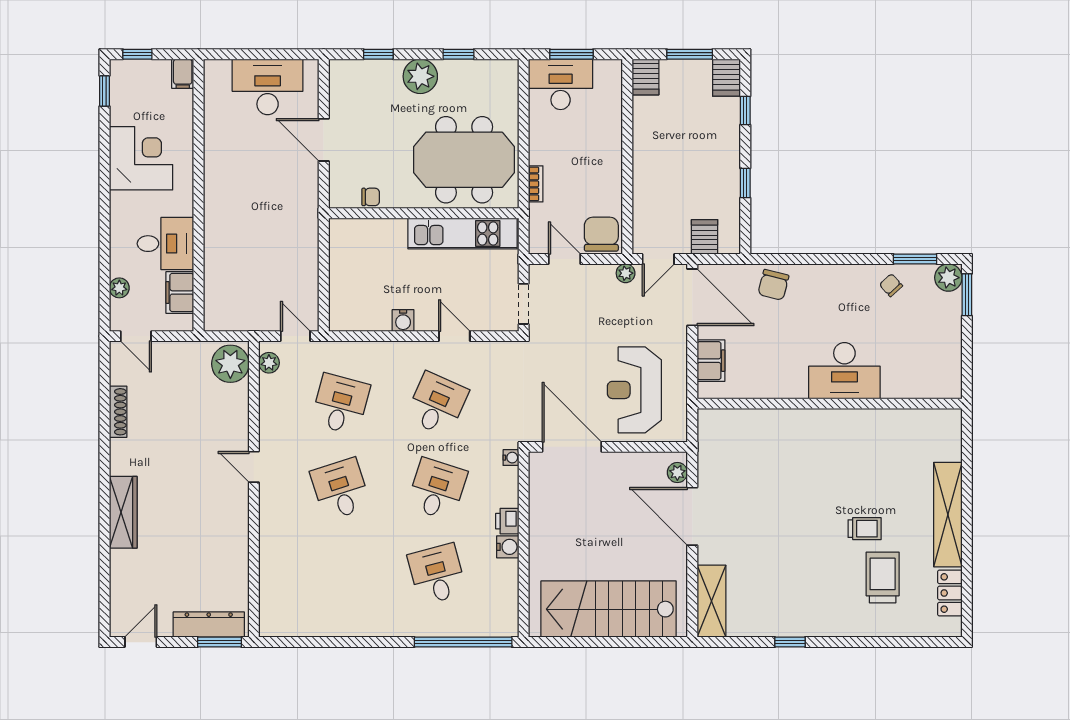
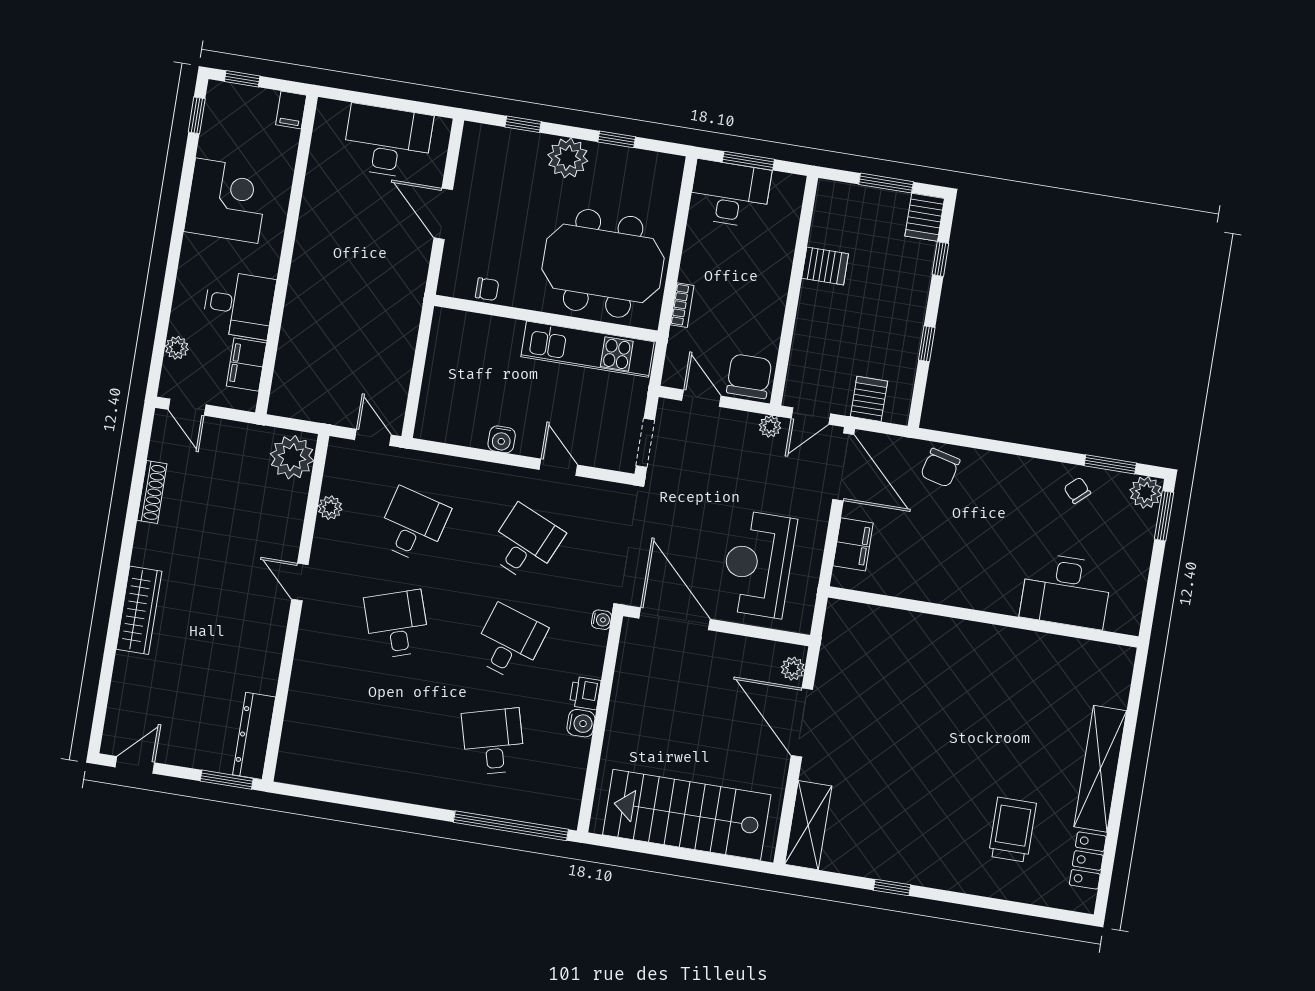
server rack: (645, 77) -> (825, 266), moved, turned -90
plant: (269, 363) -> (330, 508), moved
desk: (844, 371) -> (1066, 591), moved
trolley: (865, 529) -> (1001, 769), removed
dresser: (209, 625) -> (254, 736), moved, turned -90

